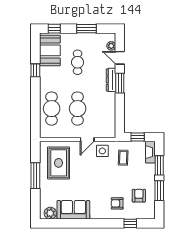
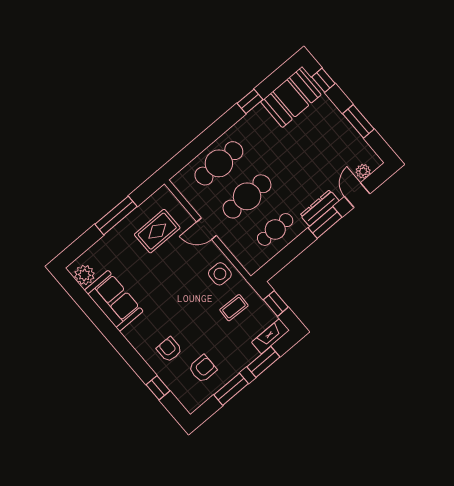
cafe table: (78, 62) -> (275, 229), moved
door: (87, 140) -> (207, 229), moved
rug: (59, 163) -> (157, 231), width x0.73, depth x0.70

